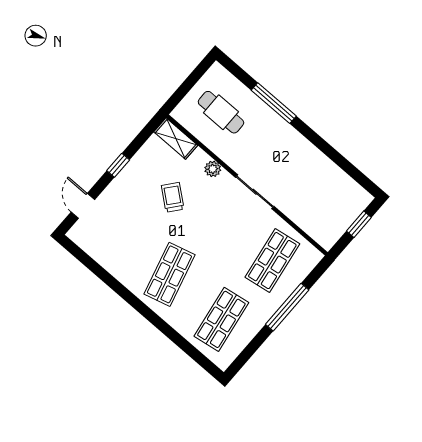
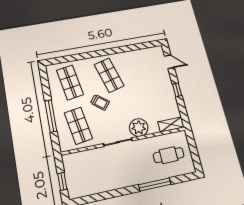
plant: (213, 169) -> (139, 128), width x1.88, depth x1.88
trolley: (173, 197) -> (100, 102), moved

